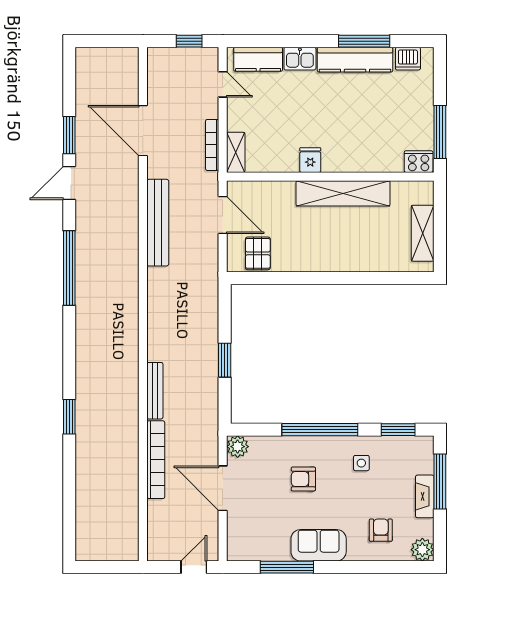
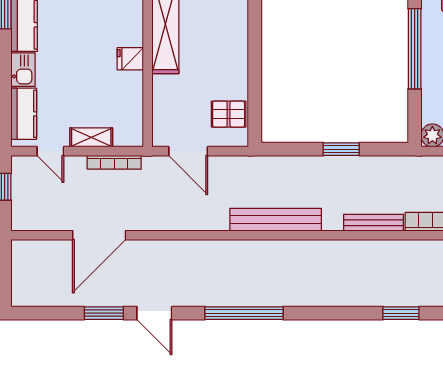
door: (223, 84) -> (50, 151), swing flipped
shelving: (236, 152) -> (91, 137), moved
door: (223, 215) -> (188, 151), swing flipped
bench: (158, 223) -> (276, 220), moved

